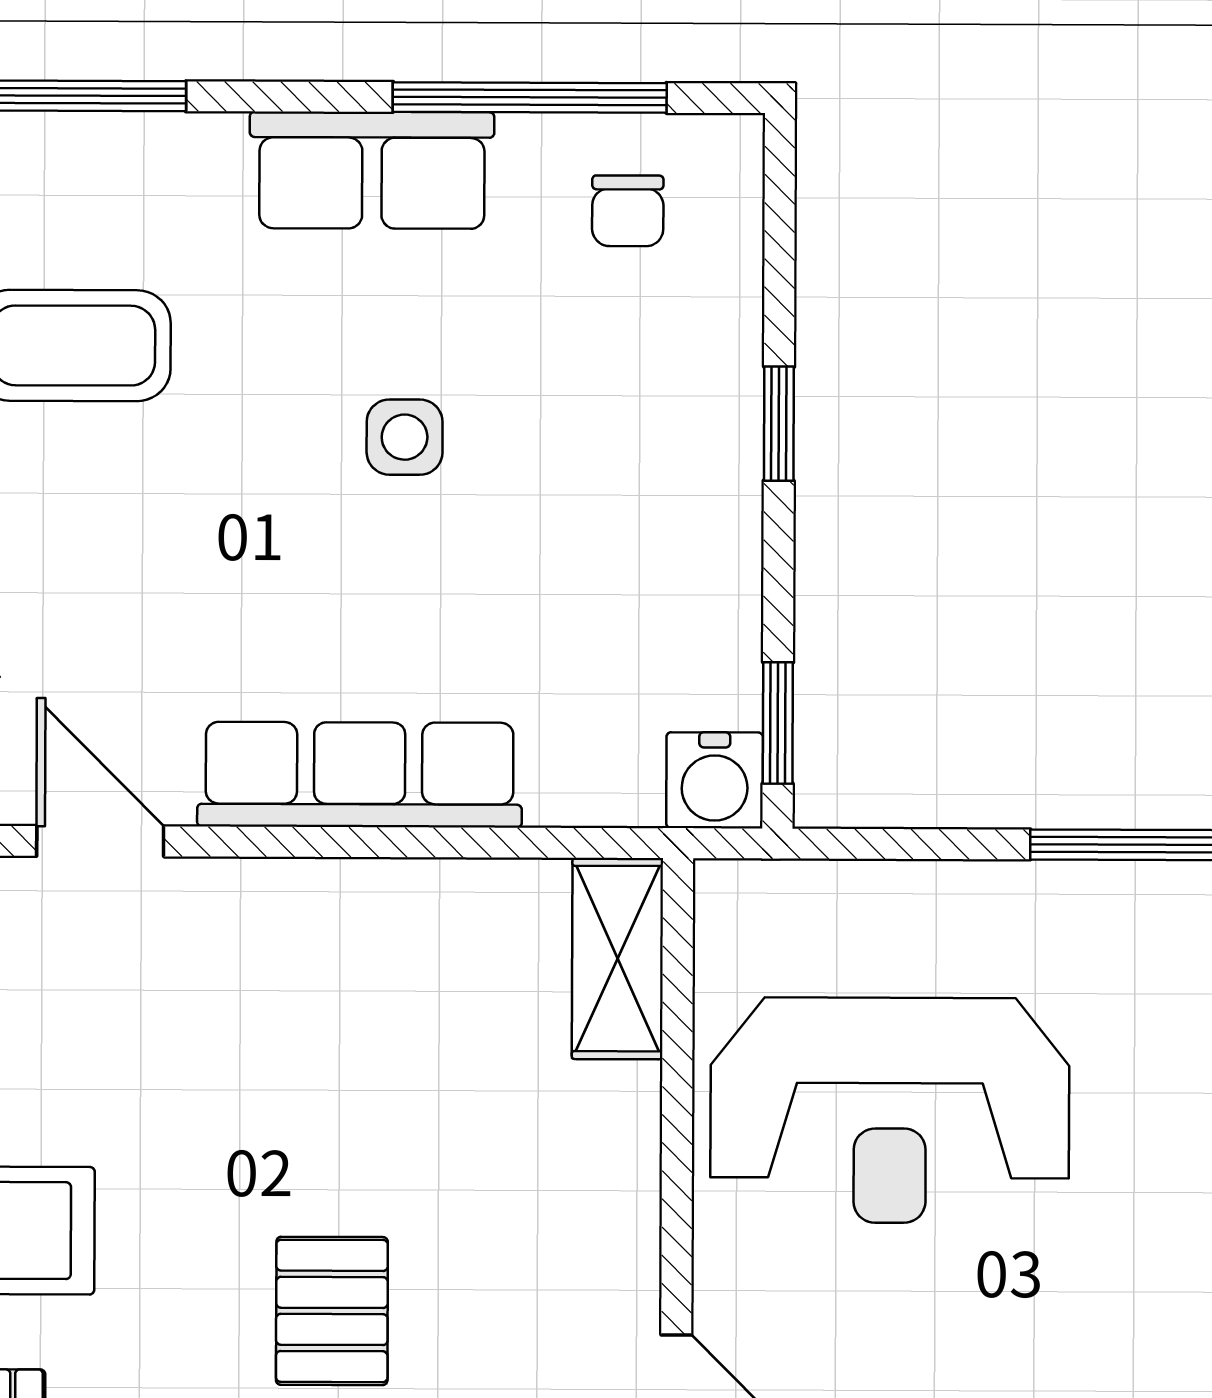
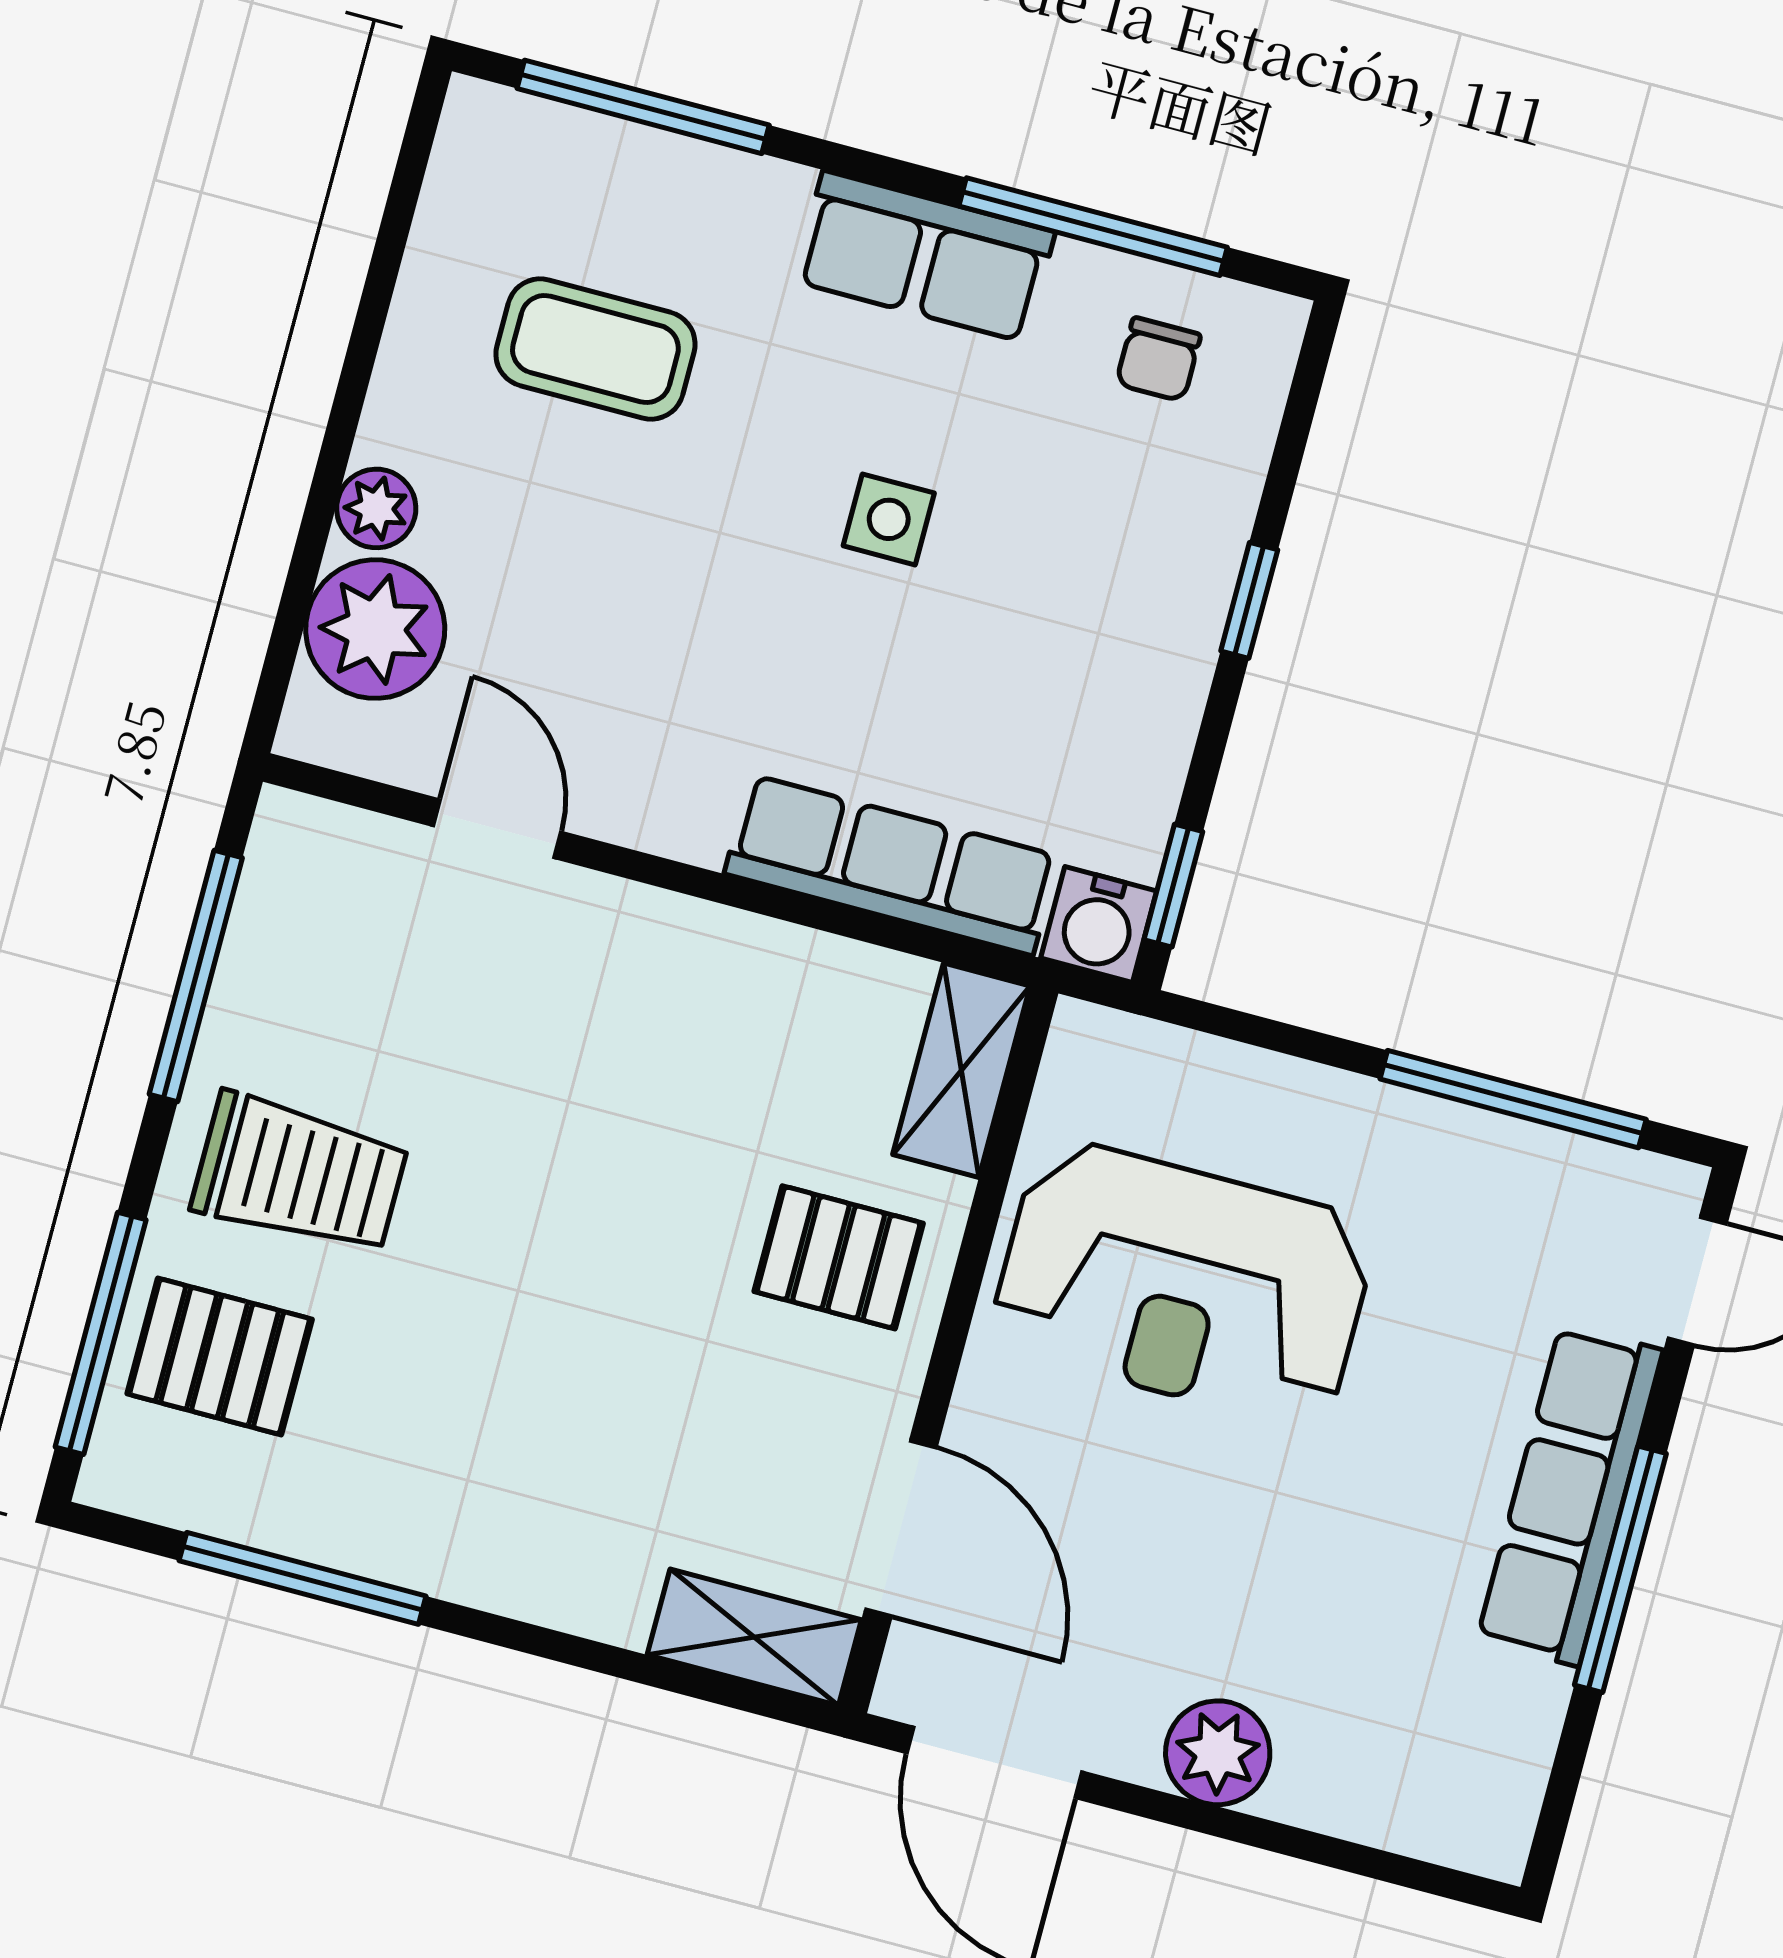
row of seats: (360, 775) -> (892, 865), moved
pallet: (332, 1311) -> (839, 1257), moved, turned 90

